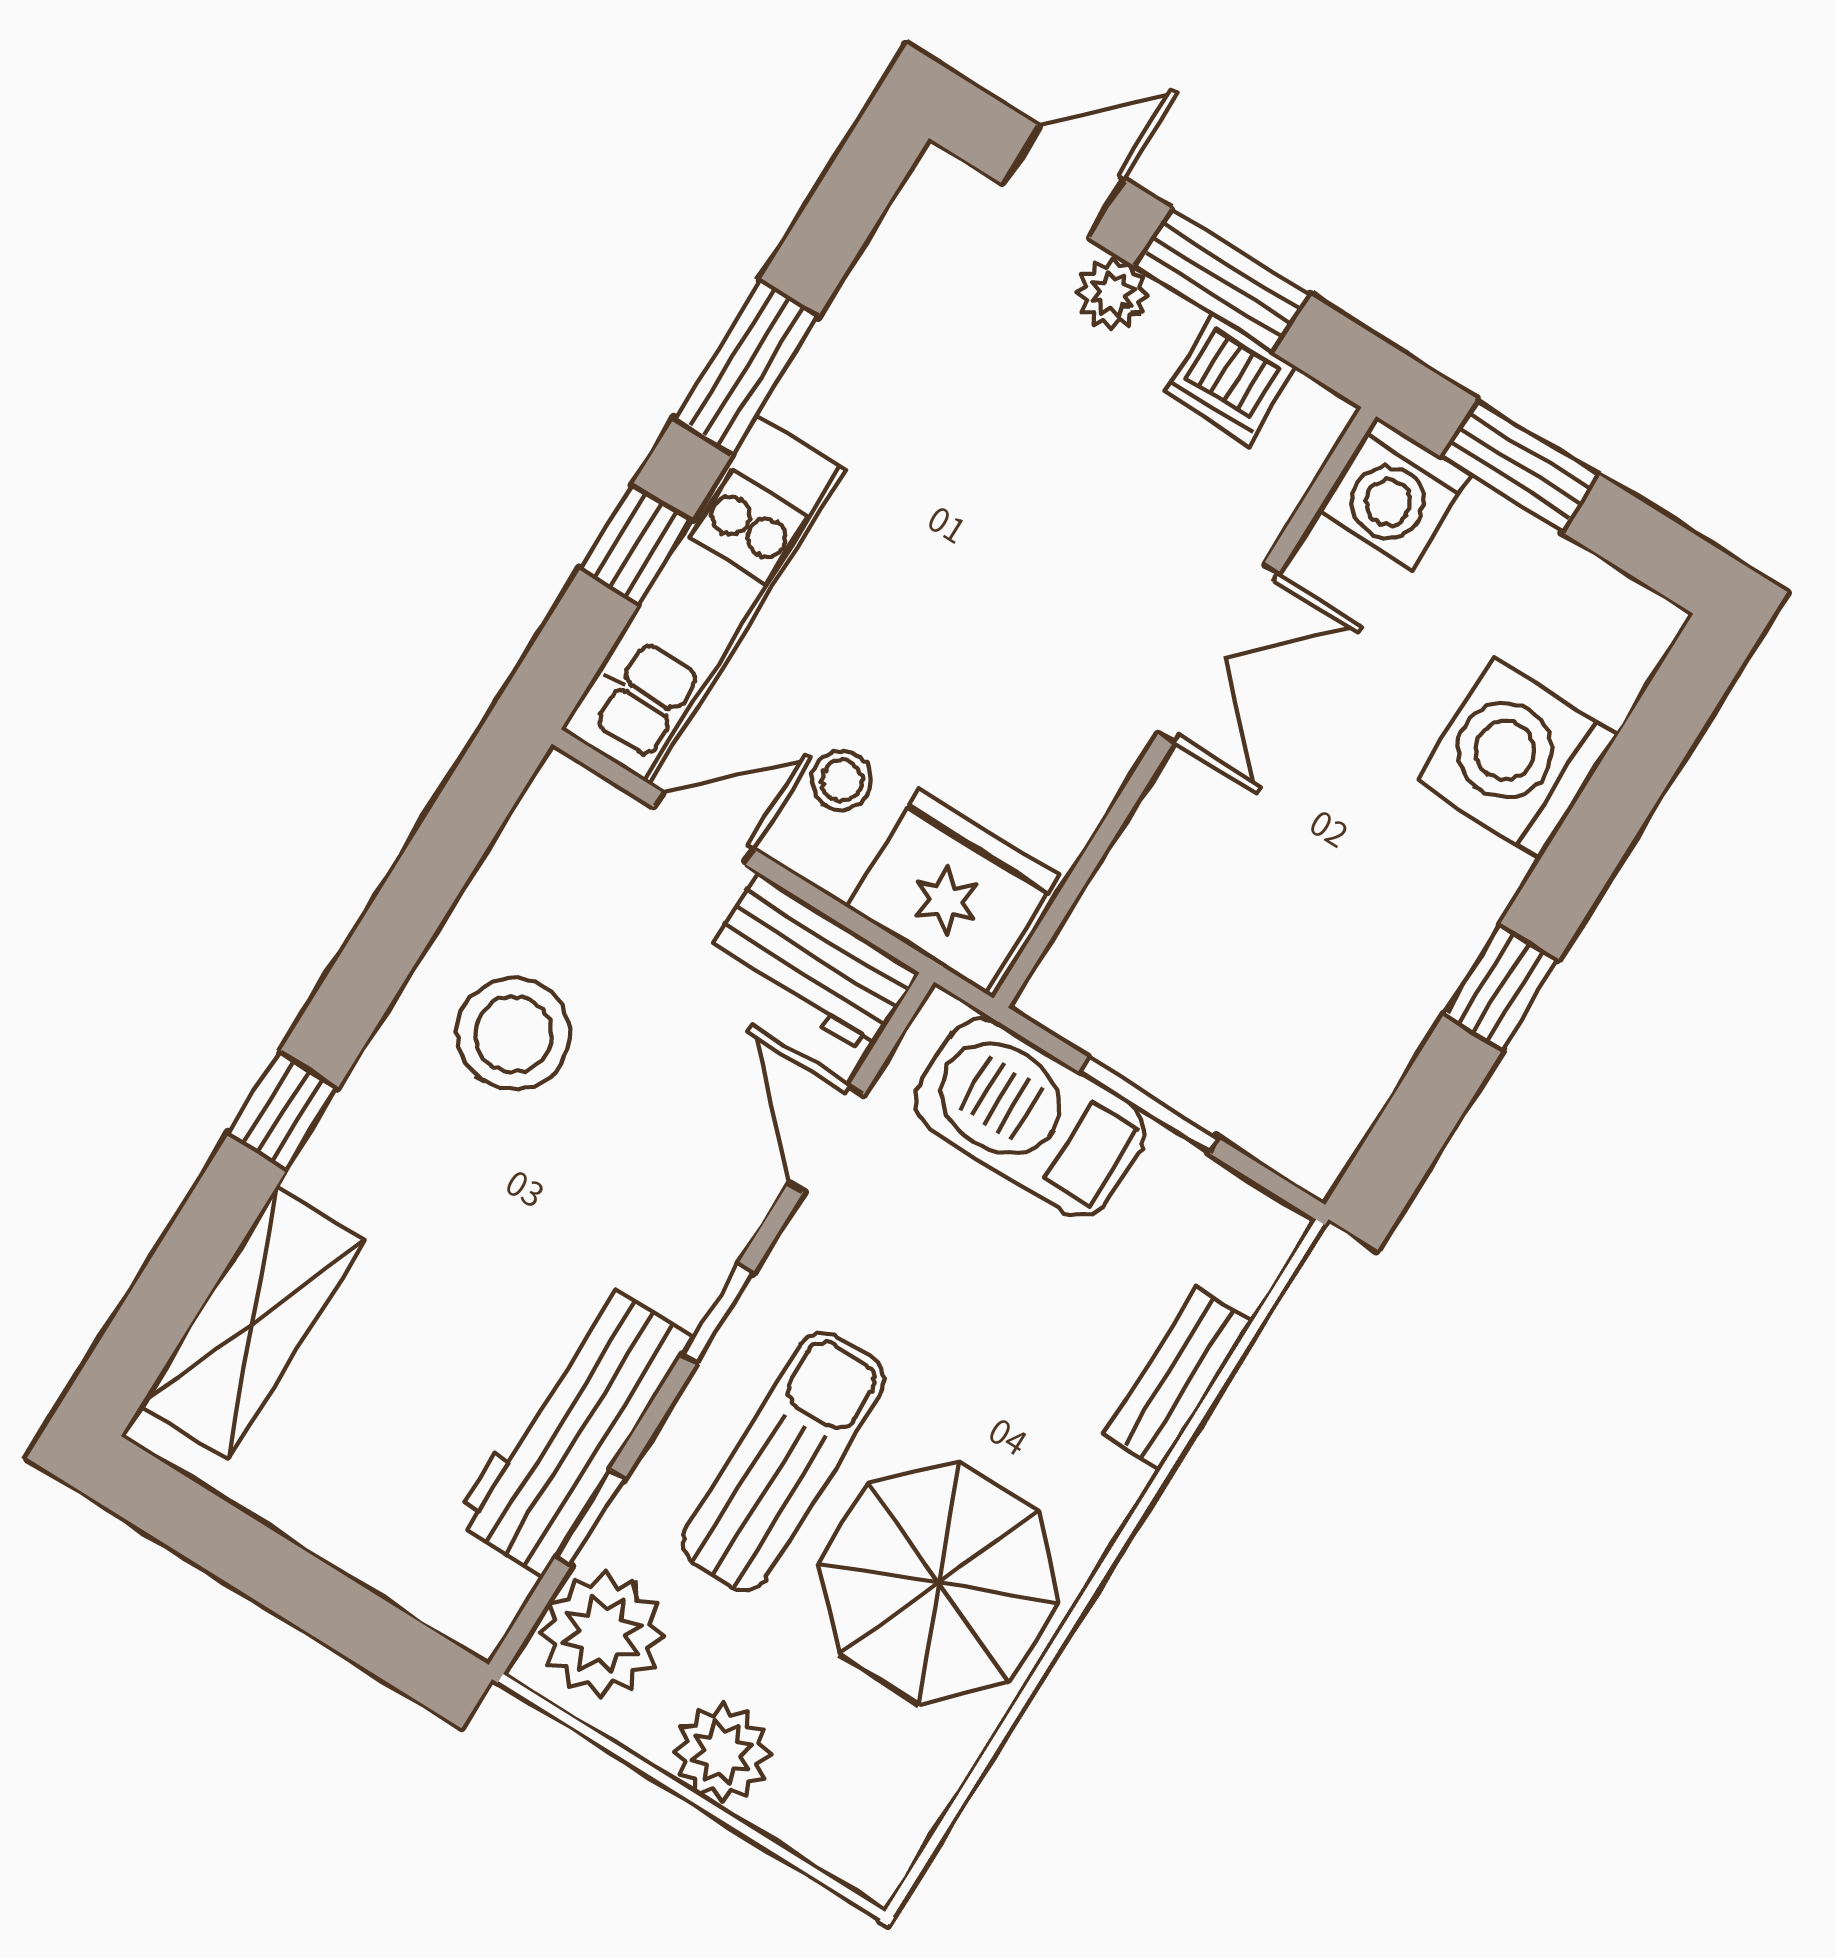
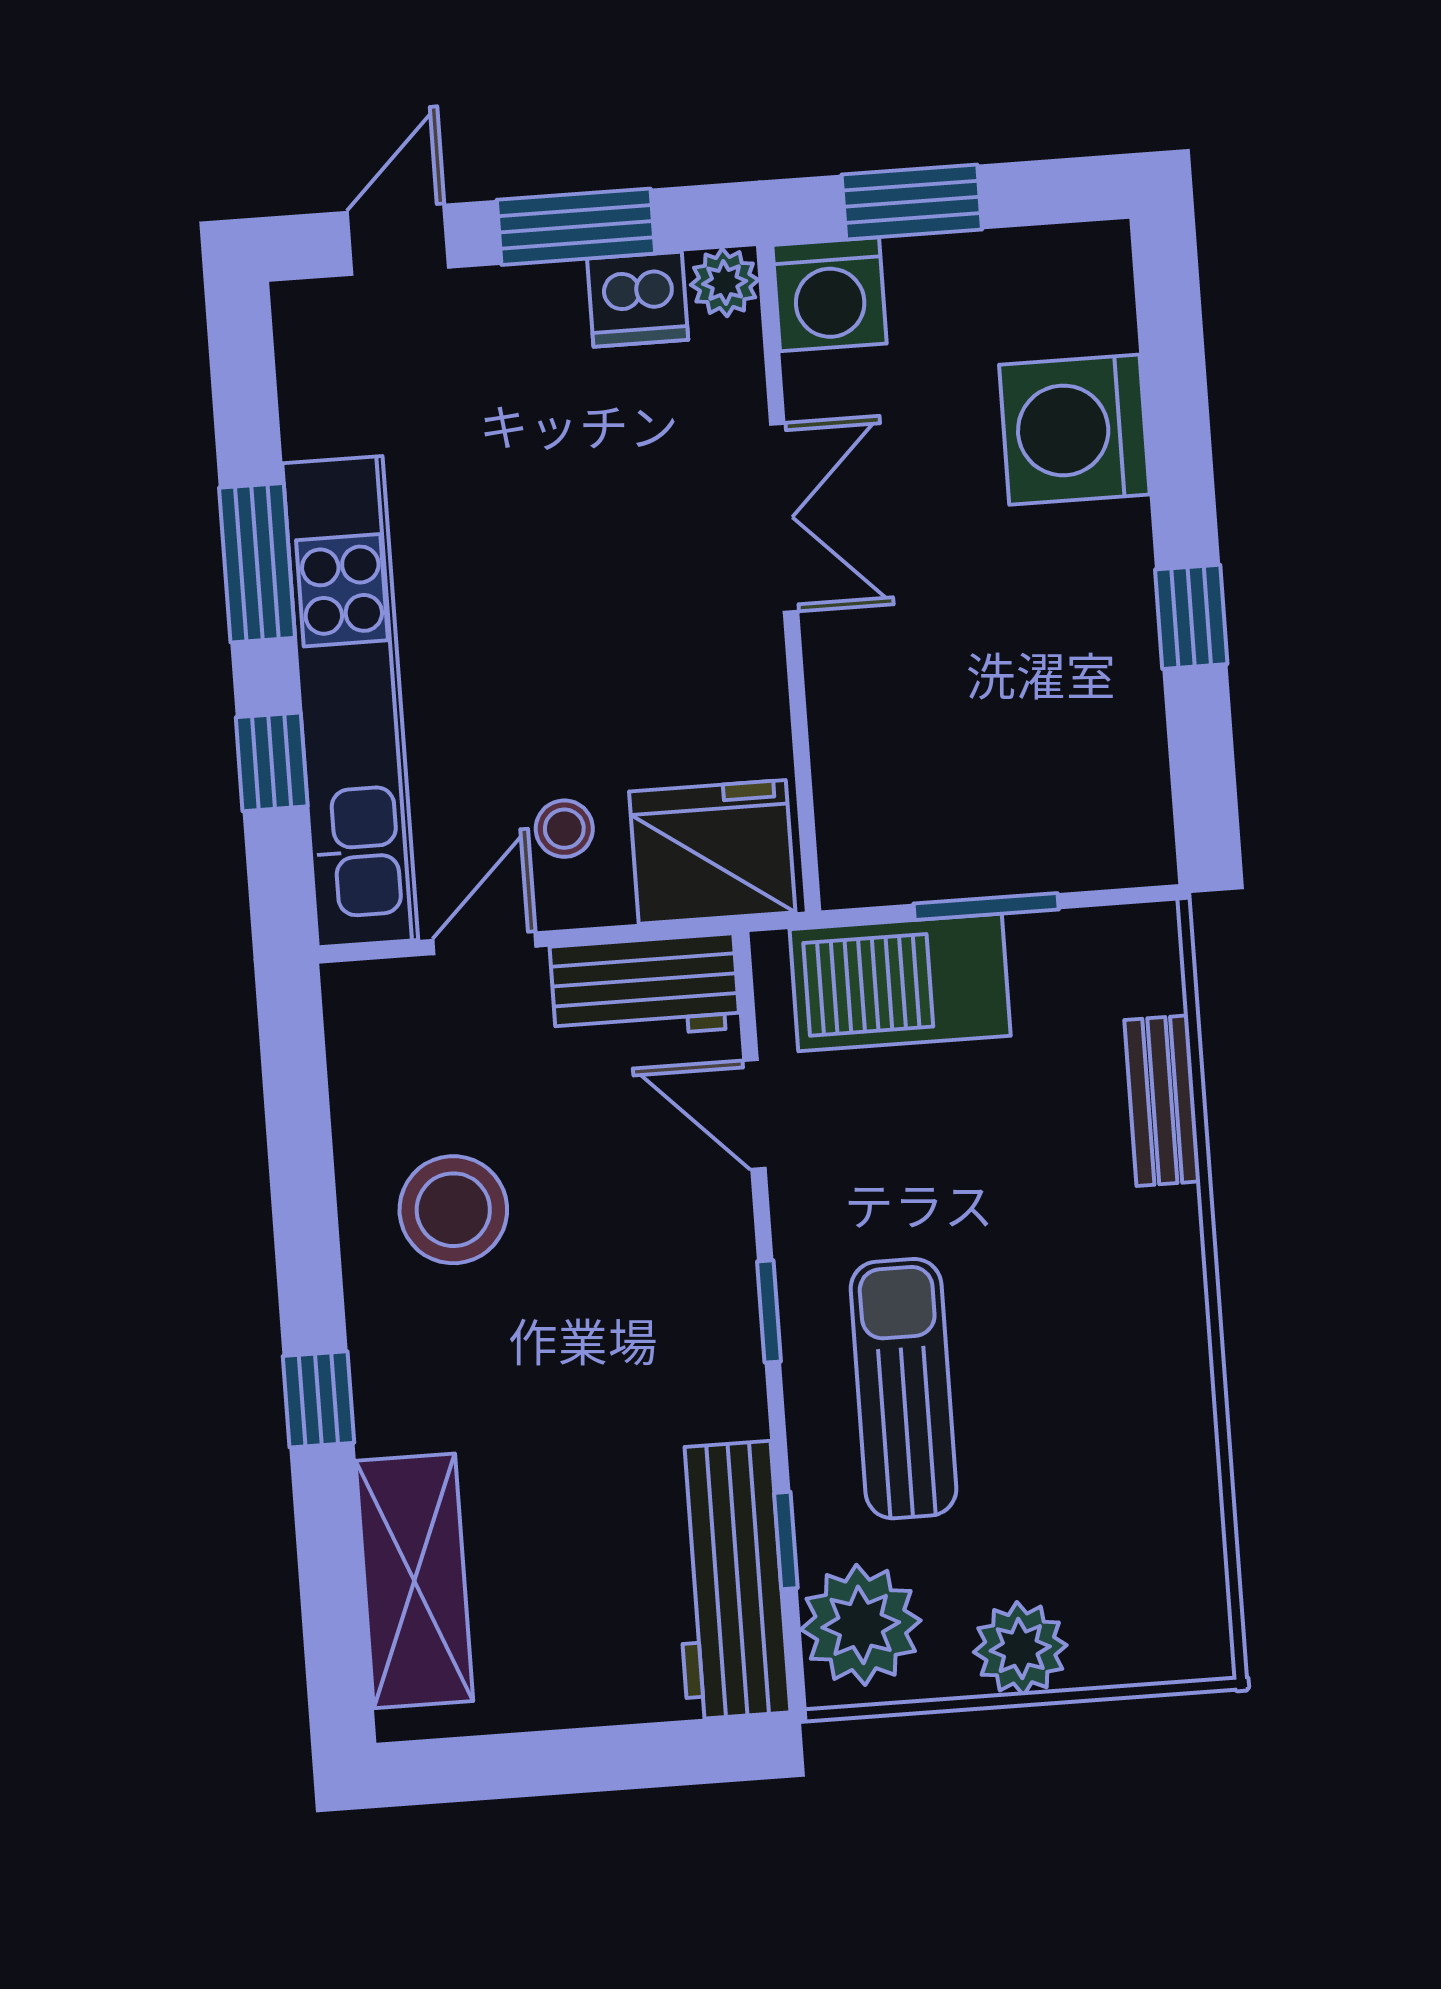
plant: (1112, 294) -> (725, 282), moved
kitchen unit: (703, 599) -> (350, 702), width x1.36
workbench: (573, 1429) -> (729, 1580), moved
parasol: (939, 1583) -> (1093, 1395), removed

